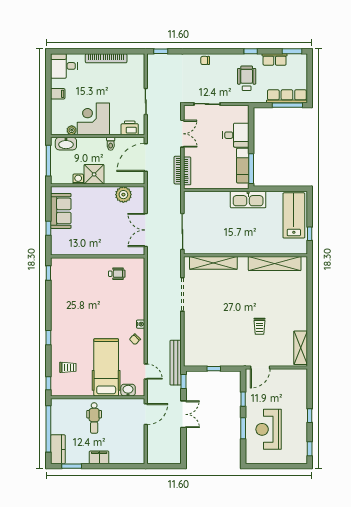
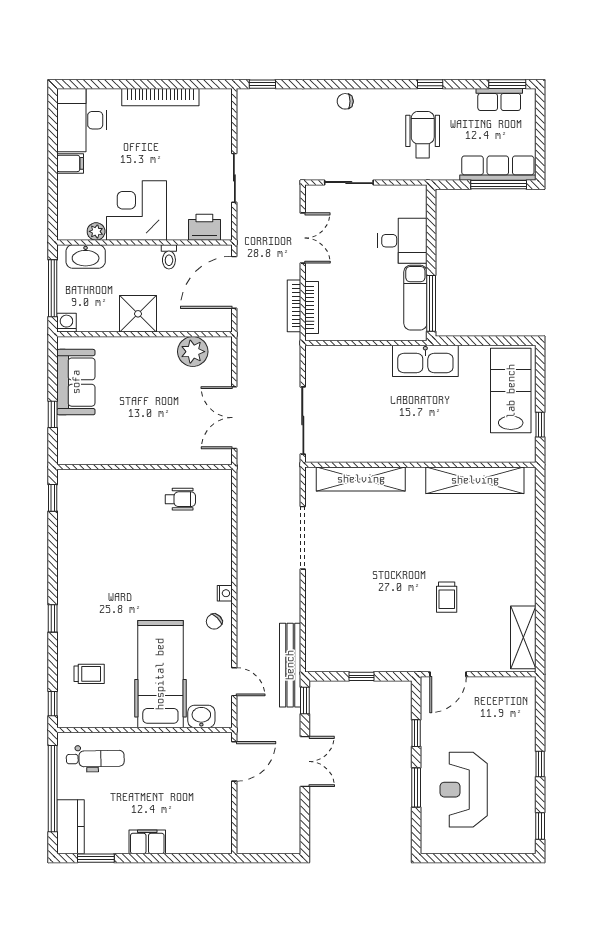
row of seats: (275, 59) -> (499, 100), moved
desk: (64, 66) -> (82, 120), width x1.37
washing machine: (78, 179) -> (66, 323), moved
dental chair: (94, 418) -> (95, 759), moved, turned -91

